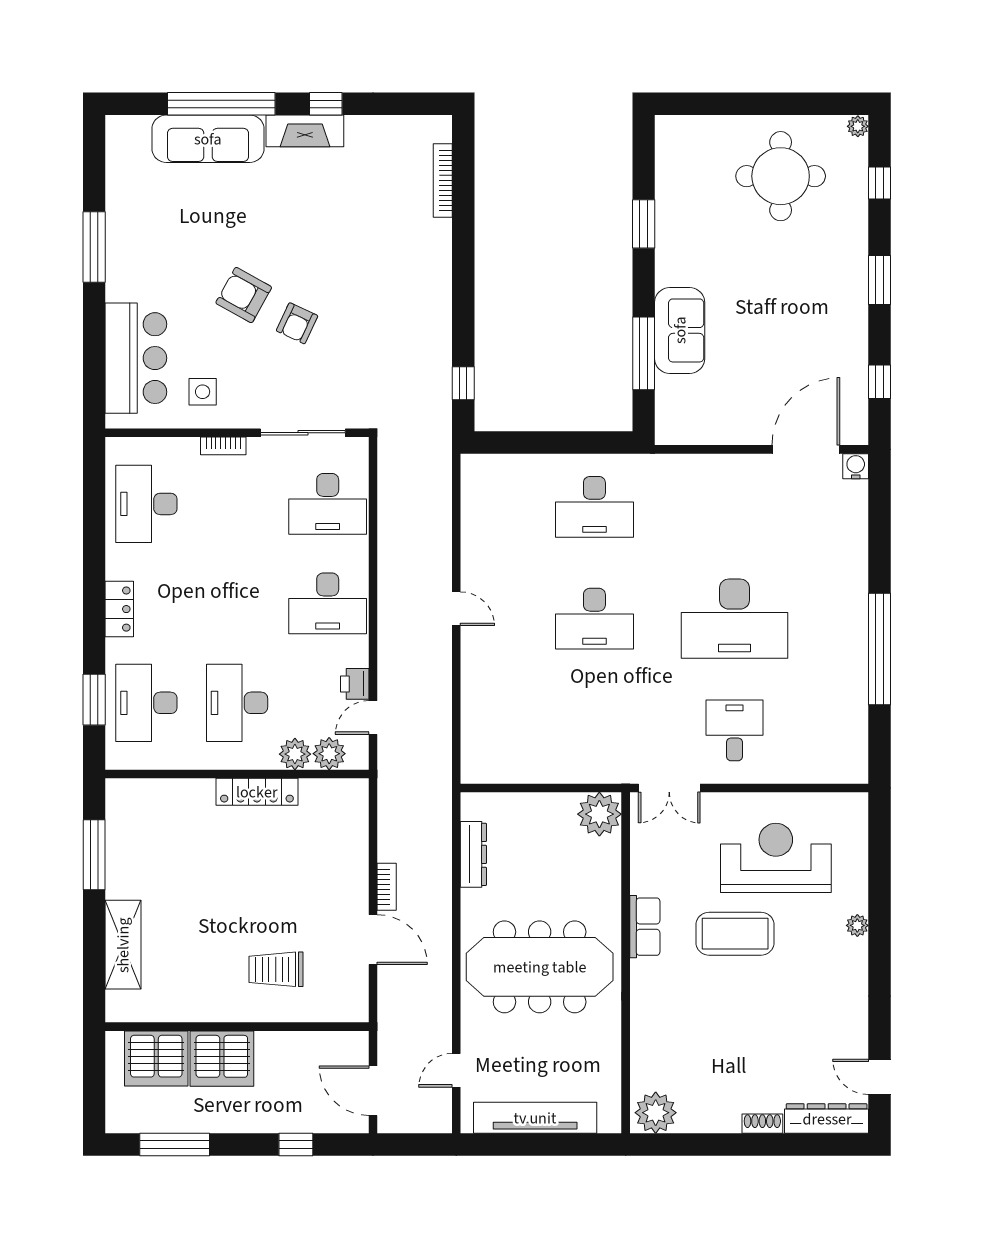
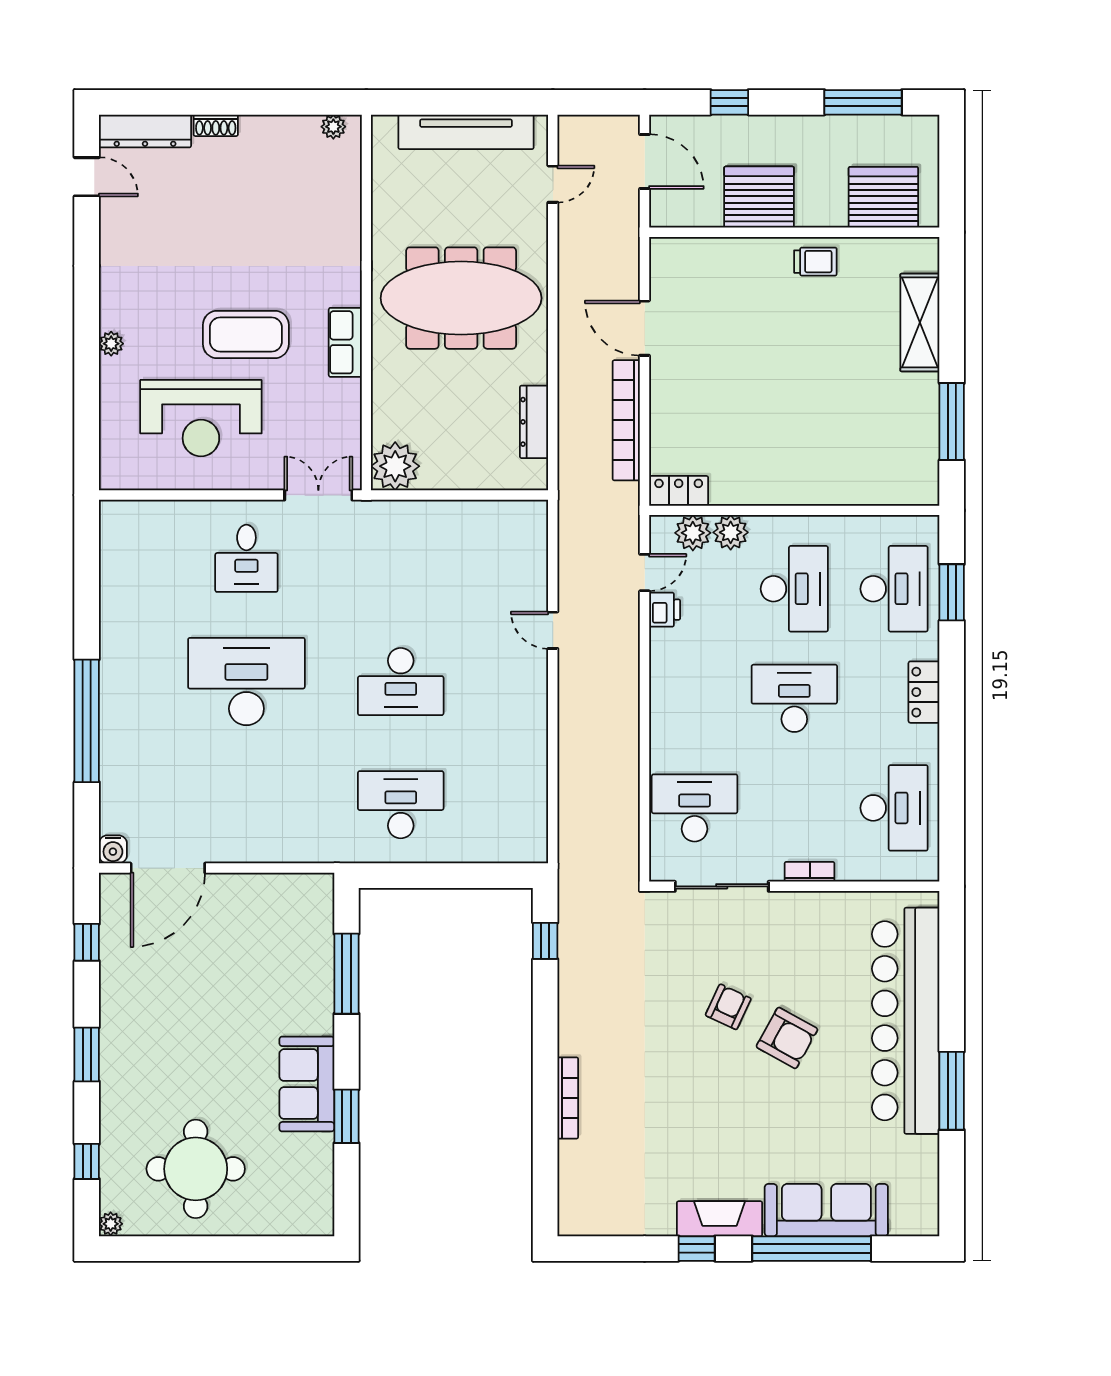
bookcase: (443, 180) -> (568, 1098), moved
sofa: (680, 330) -> (307, 1084), moved
bar counter: (136, 358) -> (906, 1021), width x1.86
side table: (203, 392) -> (832, 931), removed
desk: (328, 603) -> (794, 698), moved
door: (456, 609) -> (553, 630), moved
desk: (594, 619) -> (401, 682), turned 180
window: (880, 649) -> (87, 721), moved
locker: (257, 792) -> (679, 491), moved, width x0.66
bookcase: (387, 887) -> (626, 420), width x2.31, depth x1.31
trolley: (276, 969) -> (815, 262), moved, width x0.73, depth x0.72
server rack: (222, 1059) -> (759, 197), moved
plant: (656, 1113) -> (333, 127), width x0.53, depth x0.53

